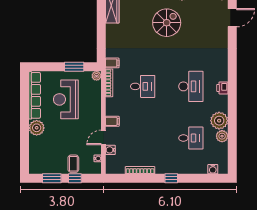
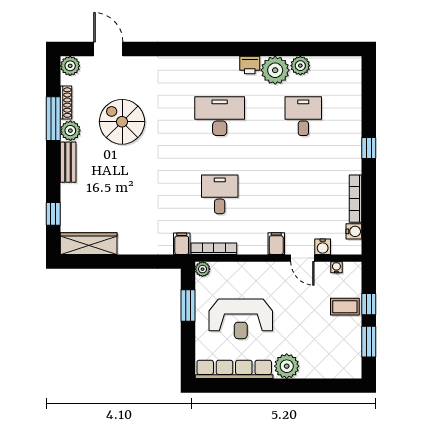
spiral stairs: (167, 23) -> (122, 122), moved
printer: (222, 88) -> (250, 65), moved
water cooler: (213, 169) -> (354, 231), moved

